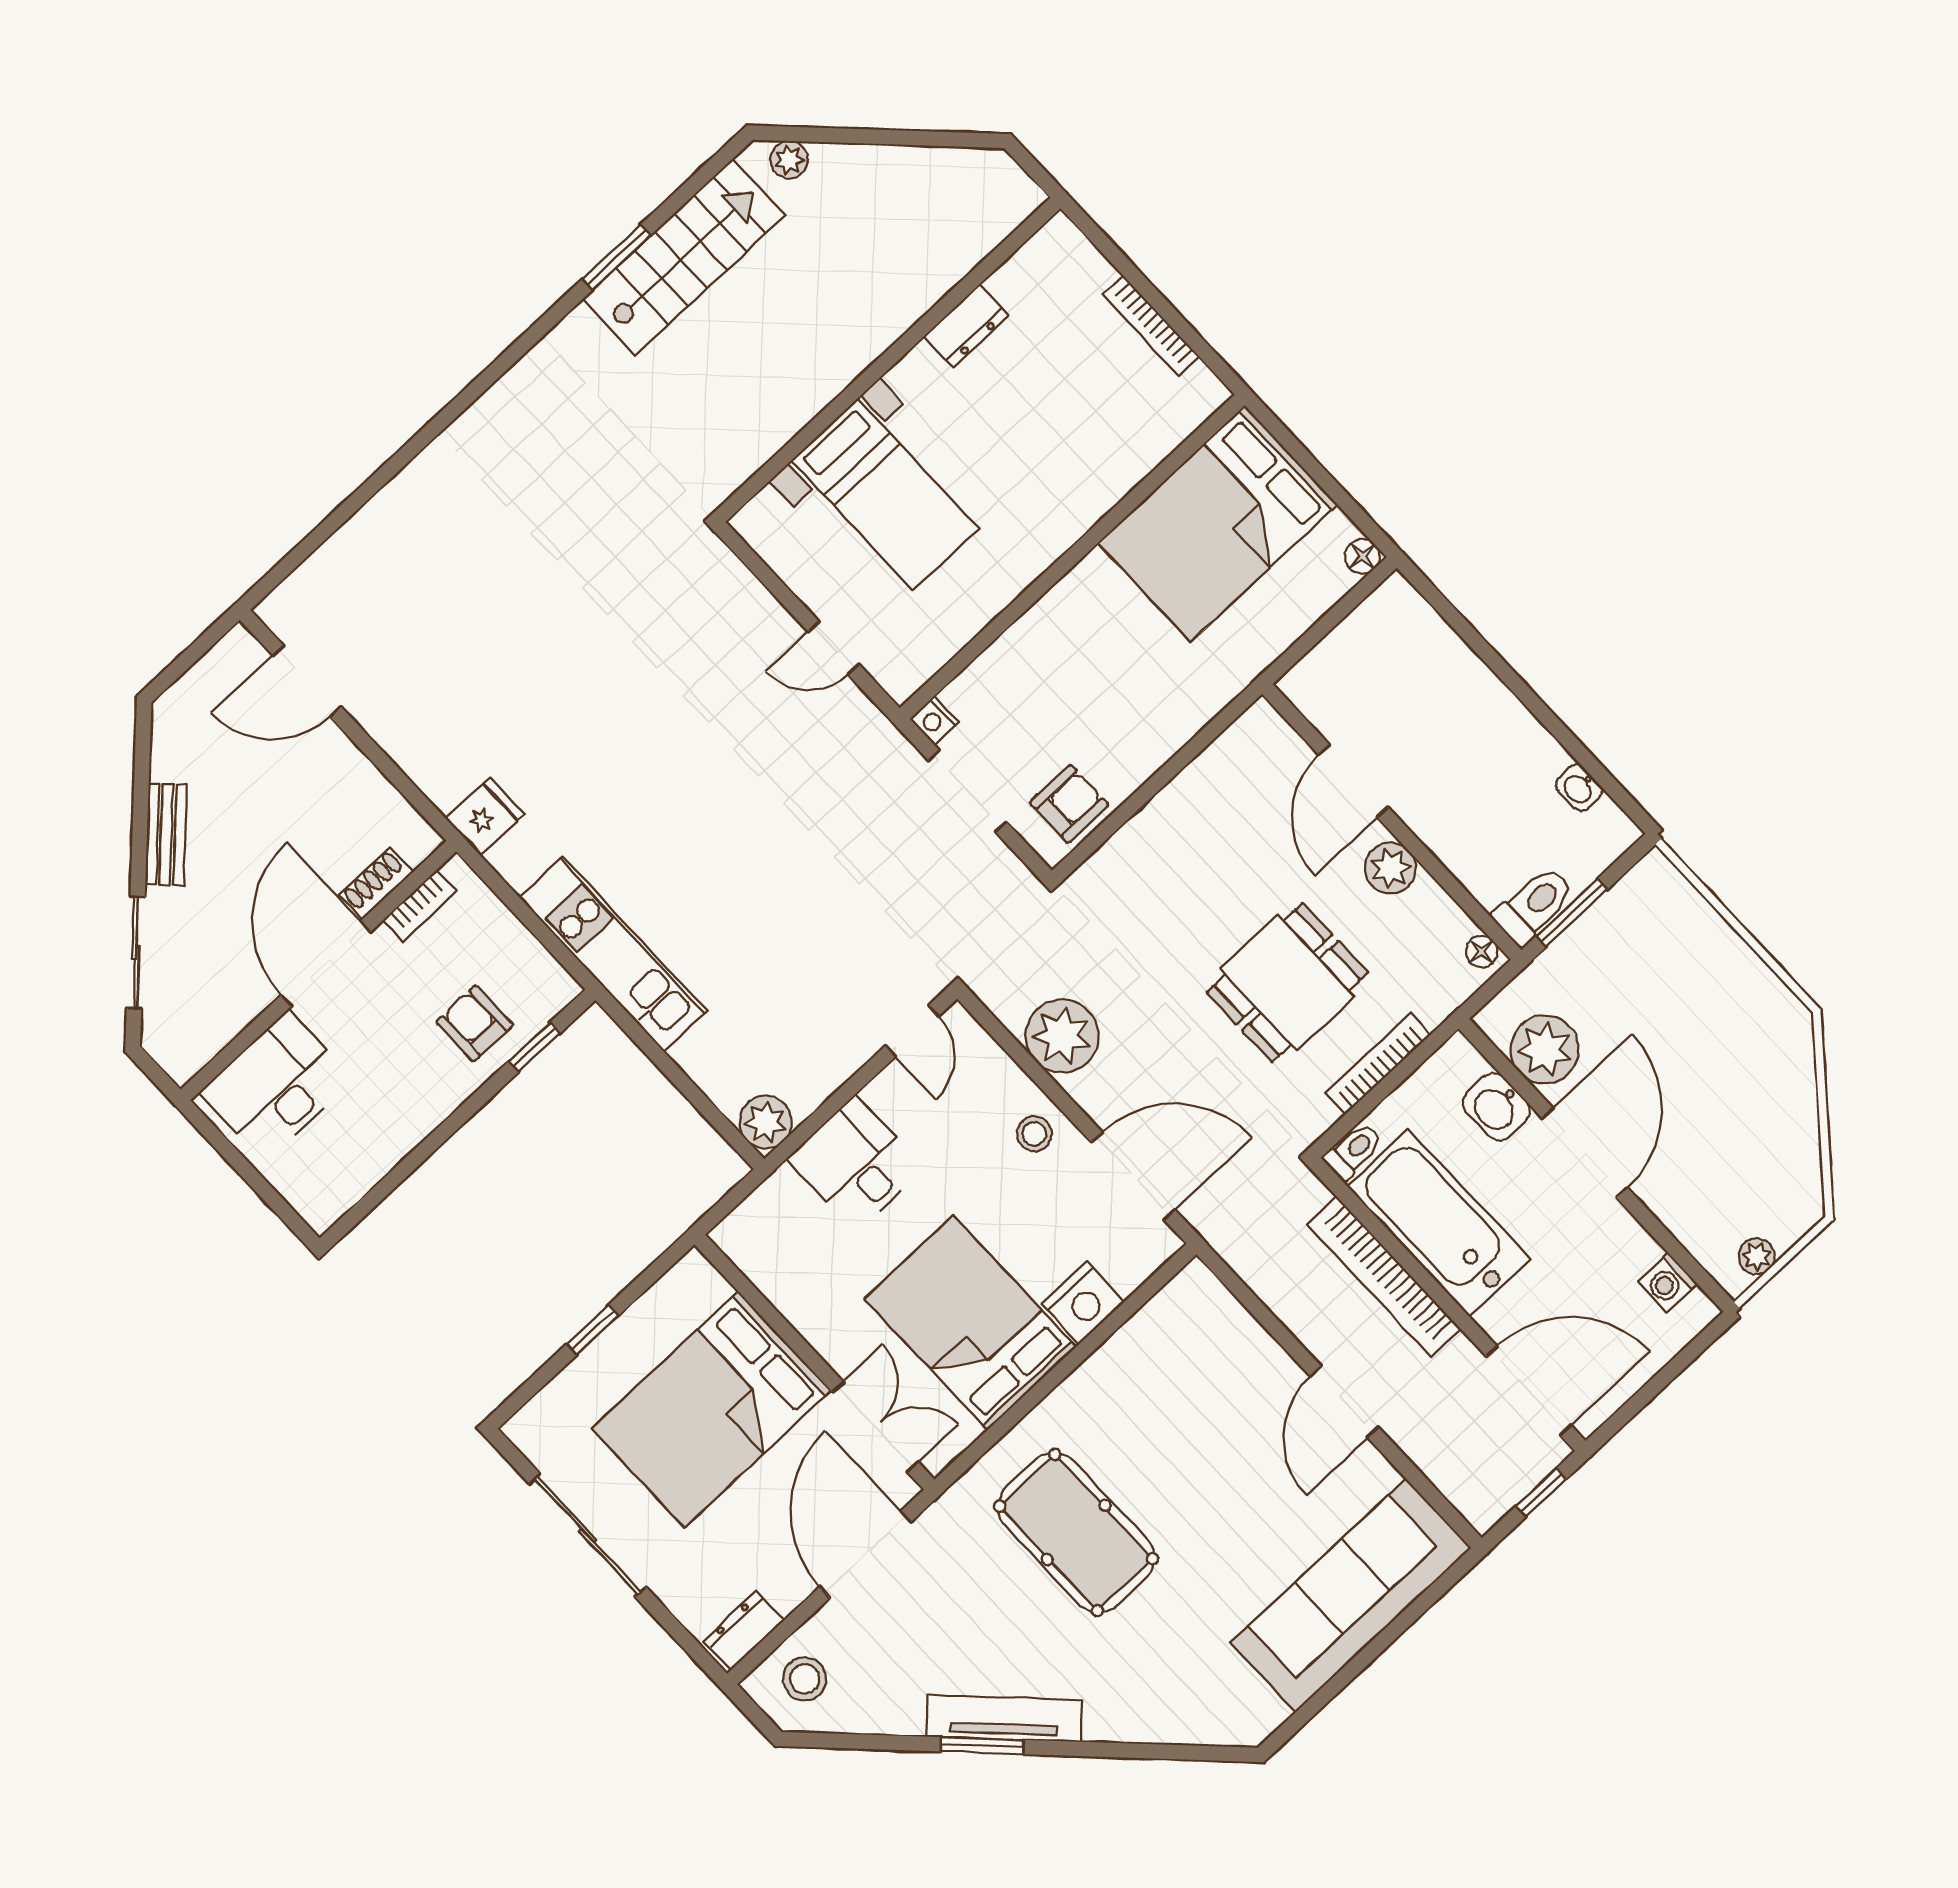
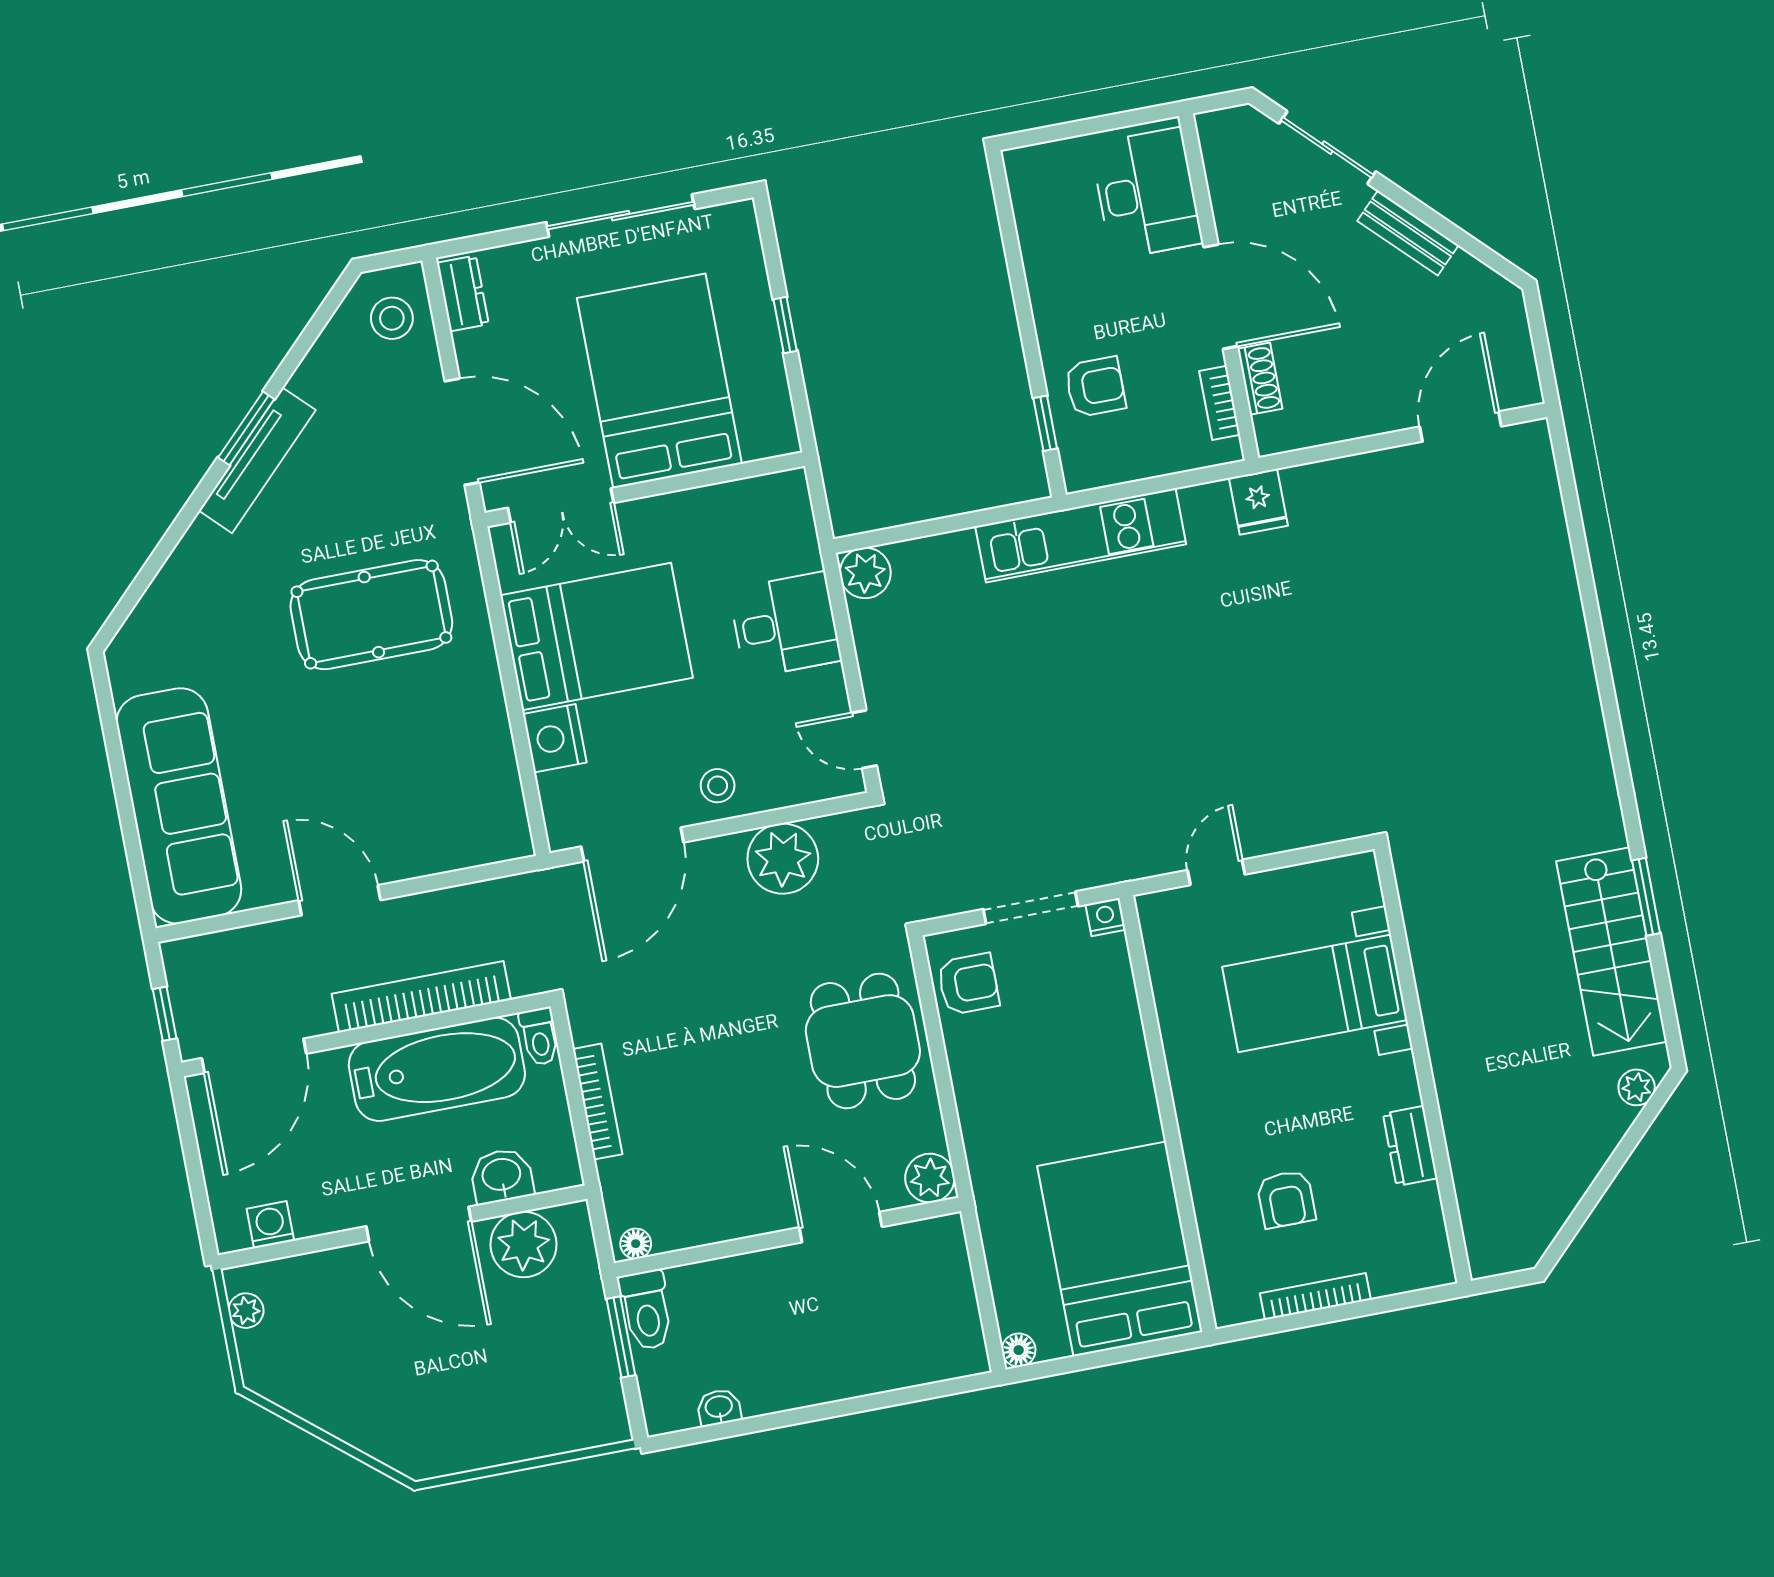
armchair: (1082, 405) -> (1286, 1199), added
armchair: (1069, 804) -> (968, 984), turned -90
plant: (1390, 868) -> (930, 1178), moved
dining table: (1287, 983) -> (863, 1041), moved

